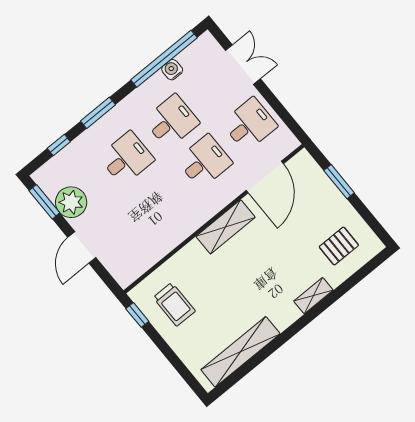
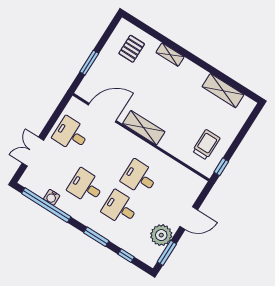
desk: (205, 161) -> (139, 177), moved
pallet: (339, 246) -> (132, 49), turned 90
shelving: (240, 352) -> (223, 91), width x0.68

